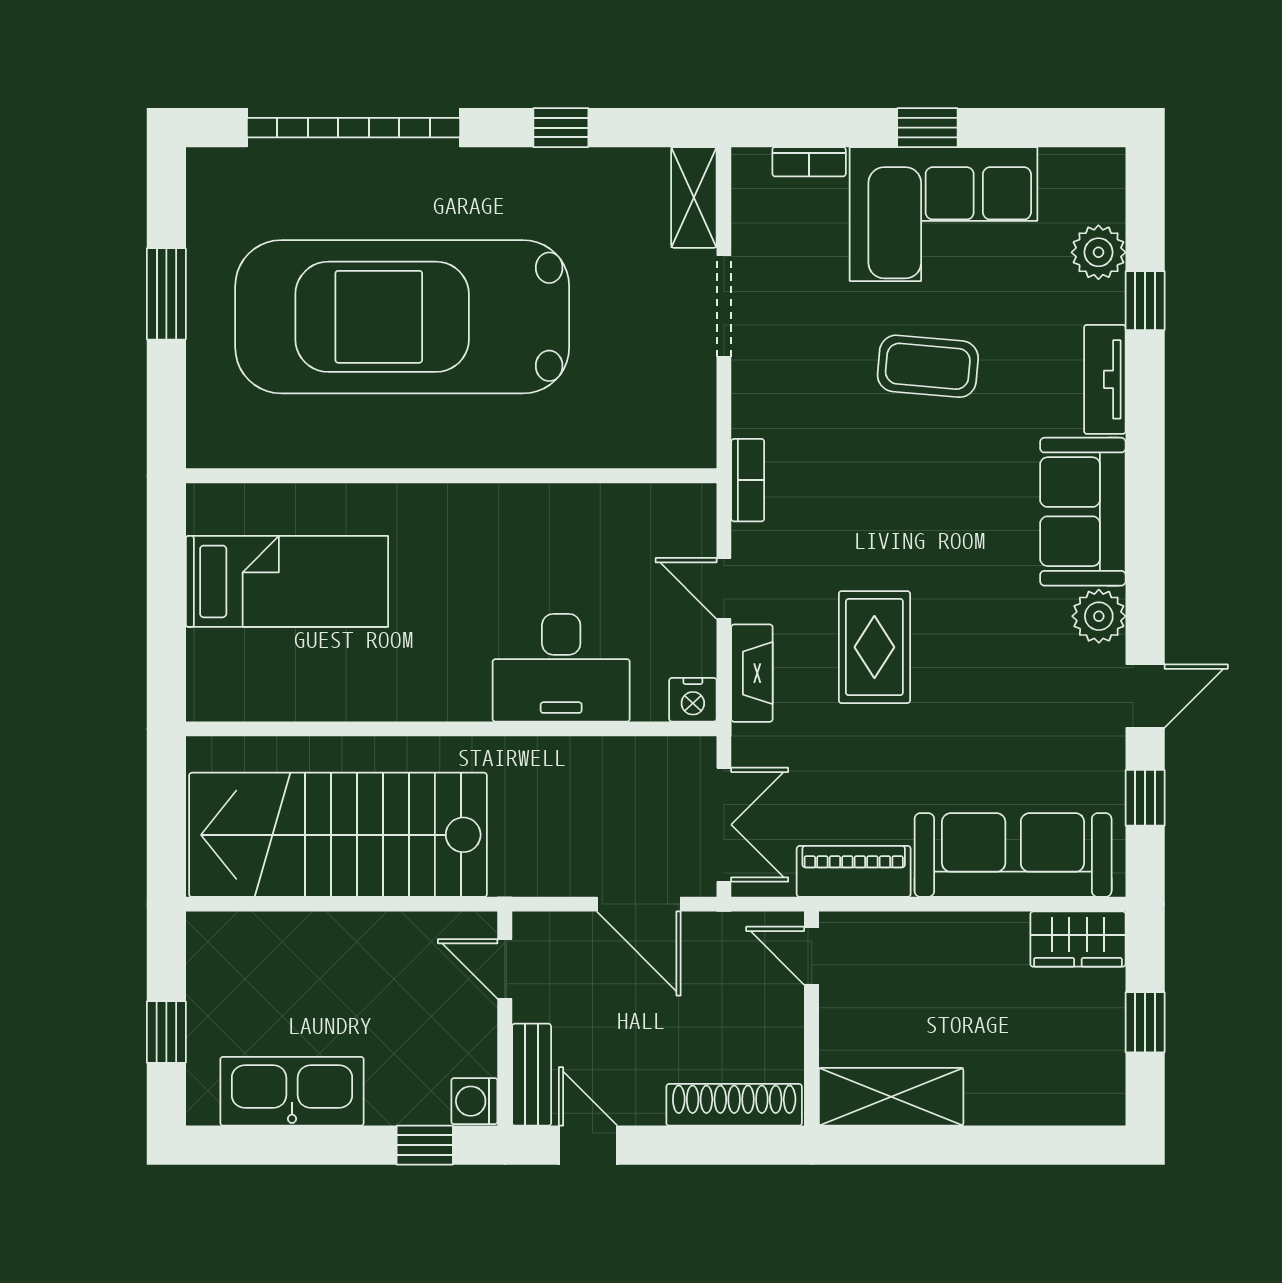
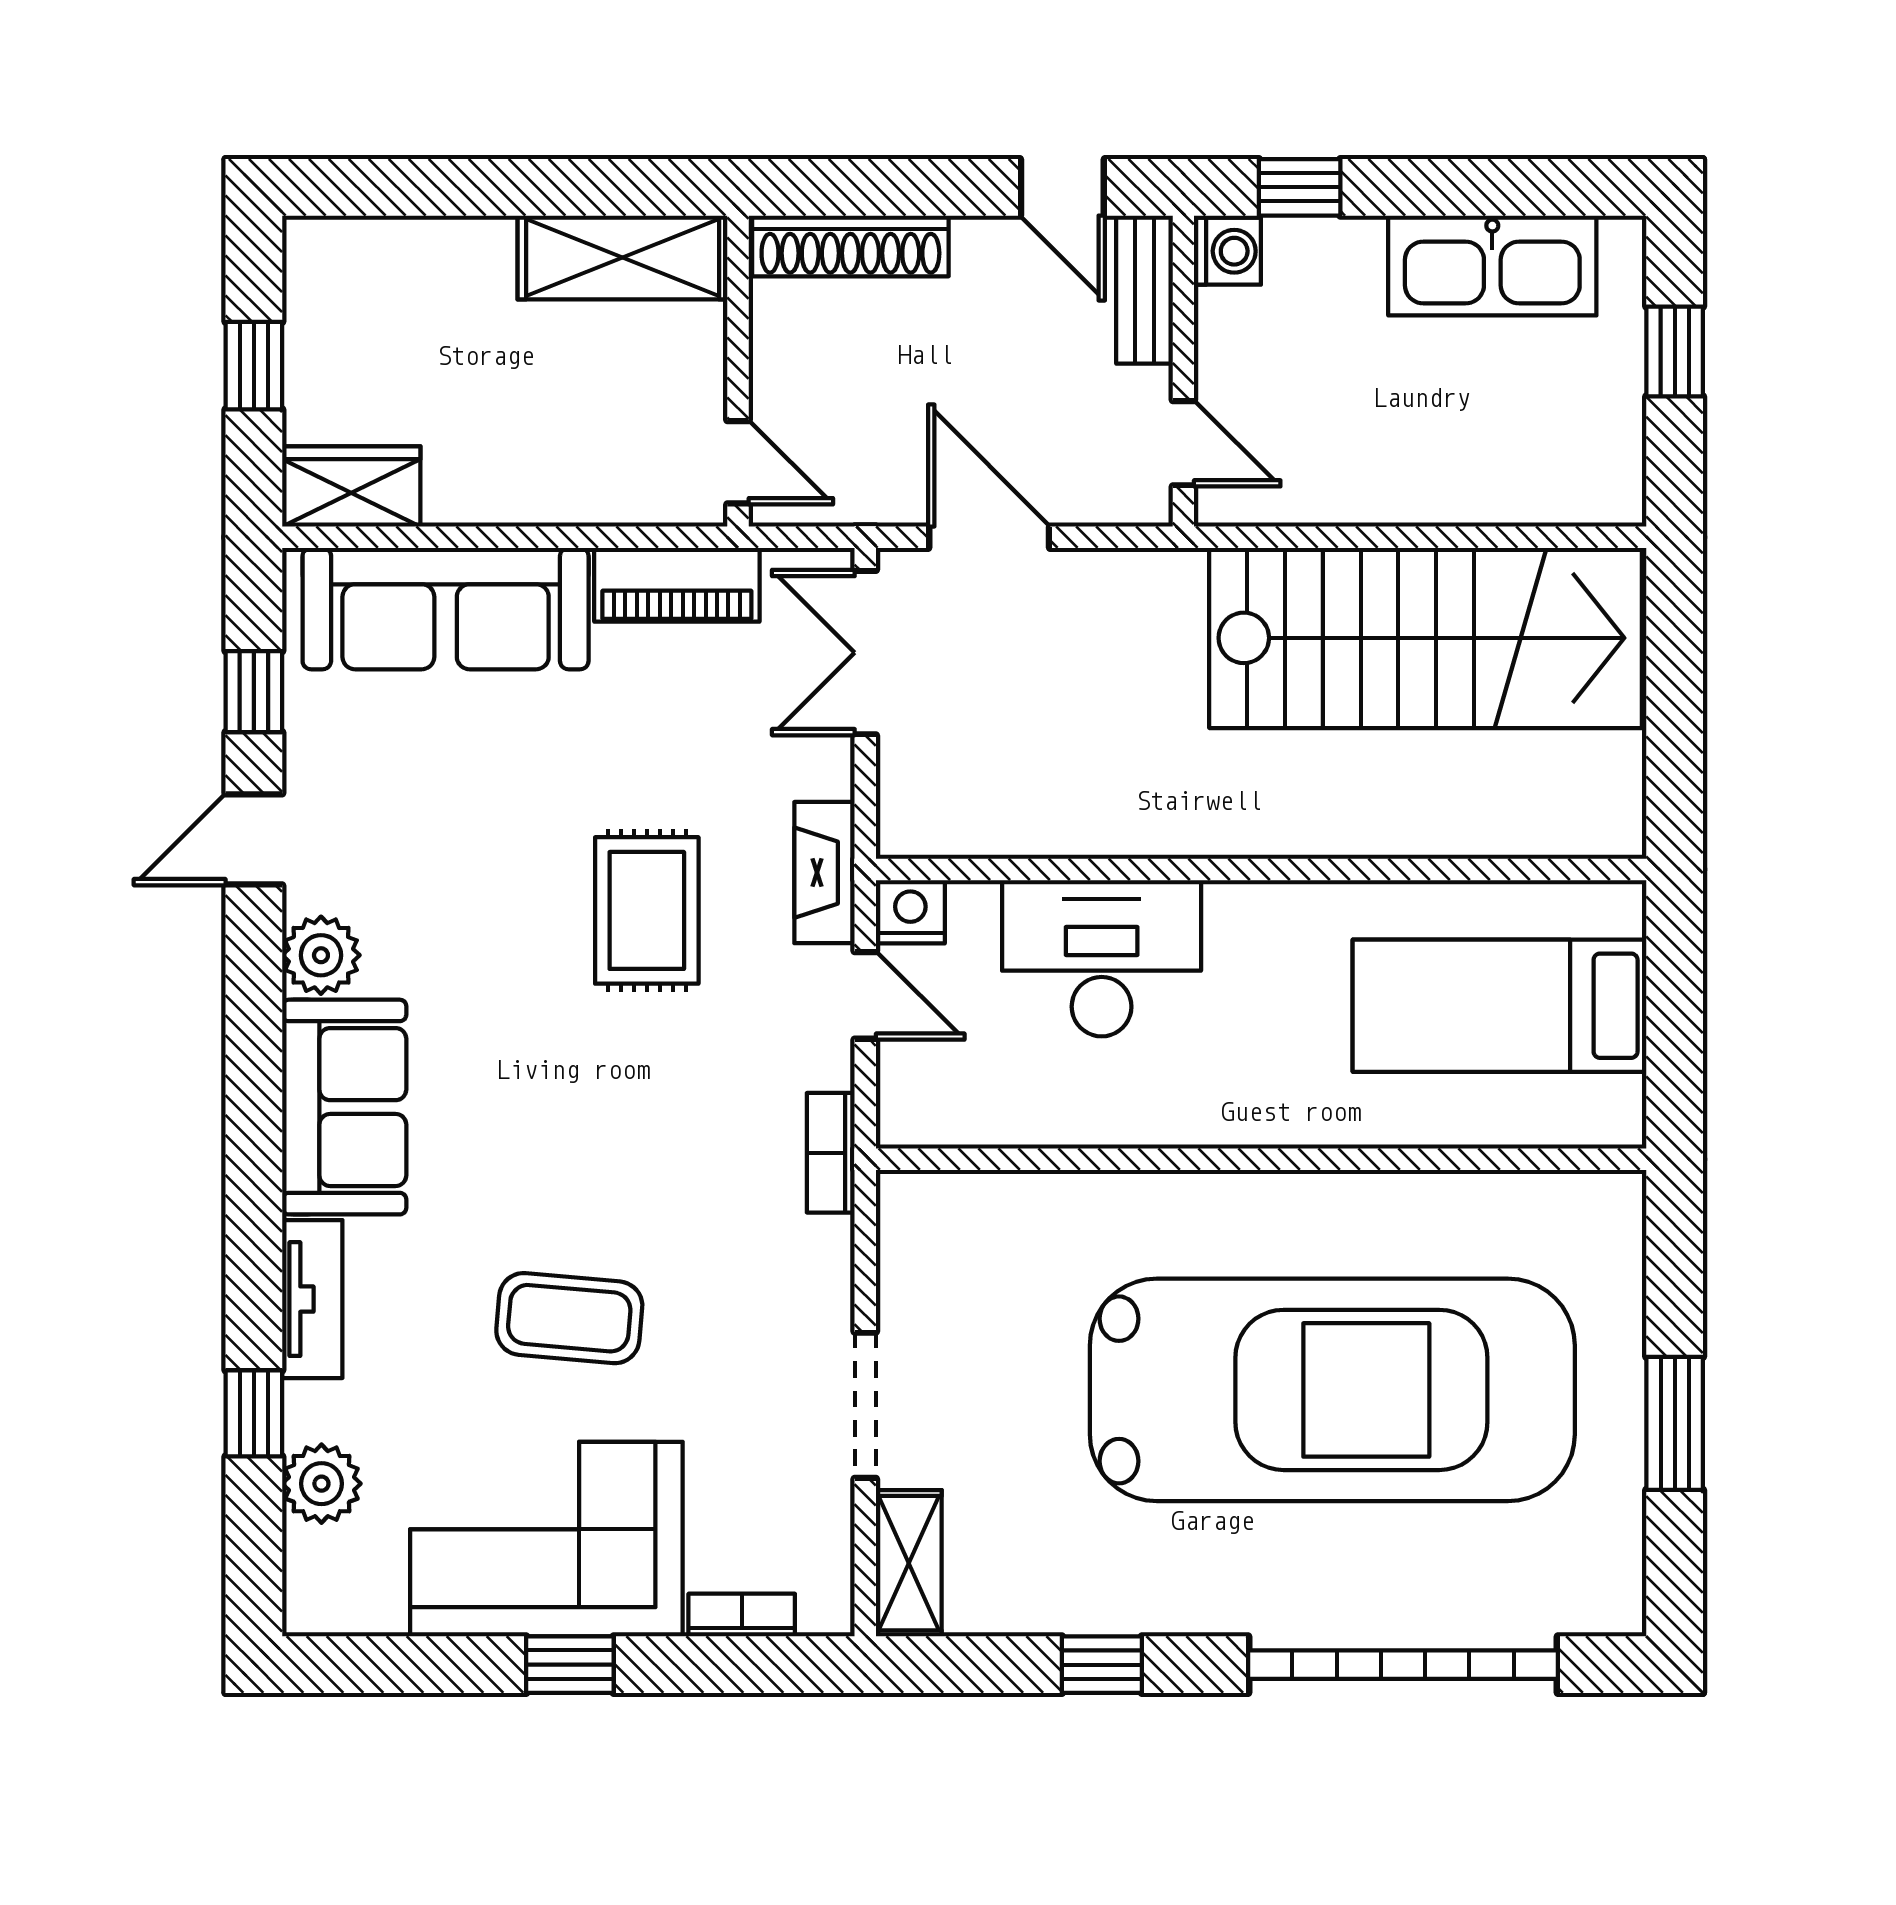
desk: (561, 668) -> (1102, 958), moved
nightstand: (693, 700) -> (910, 912), moved
wall: (451, 729) -> (1261, 869), moved

